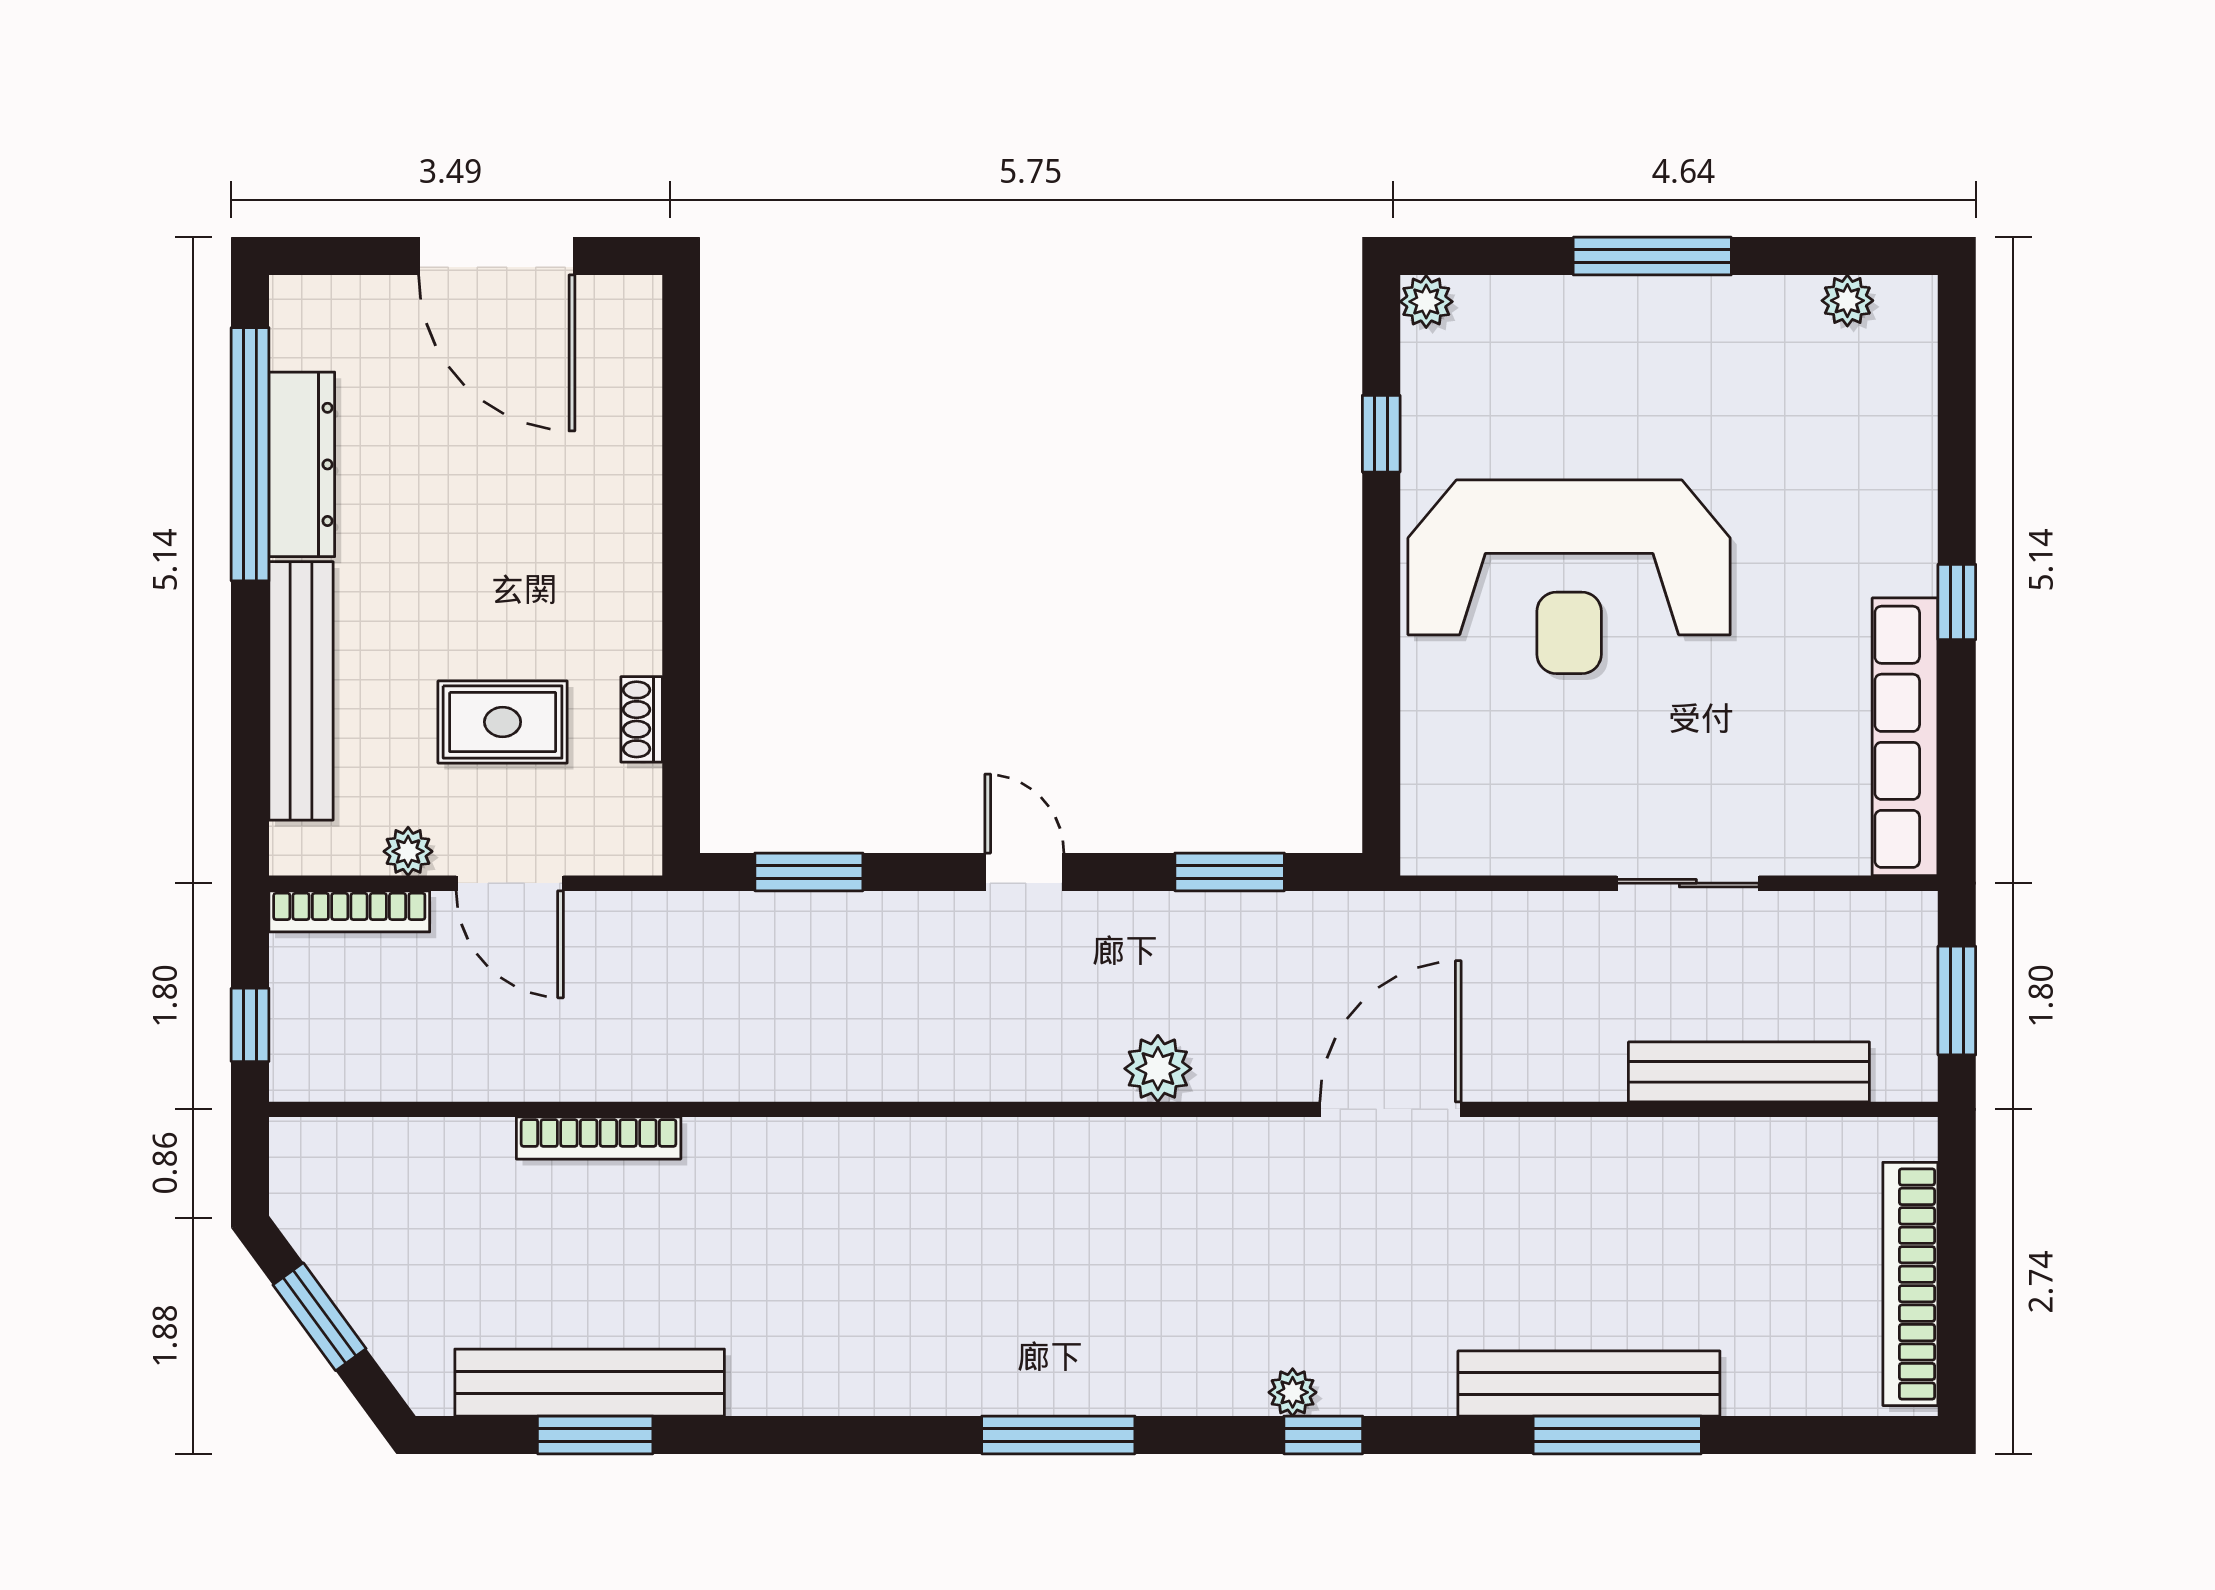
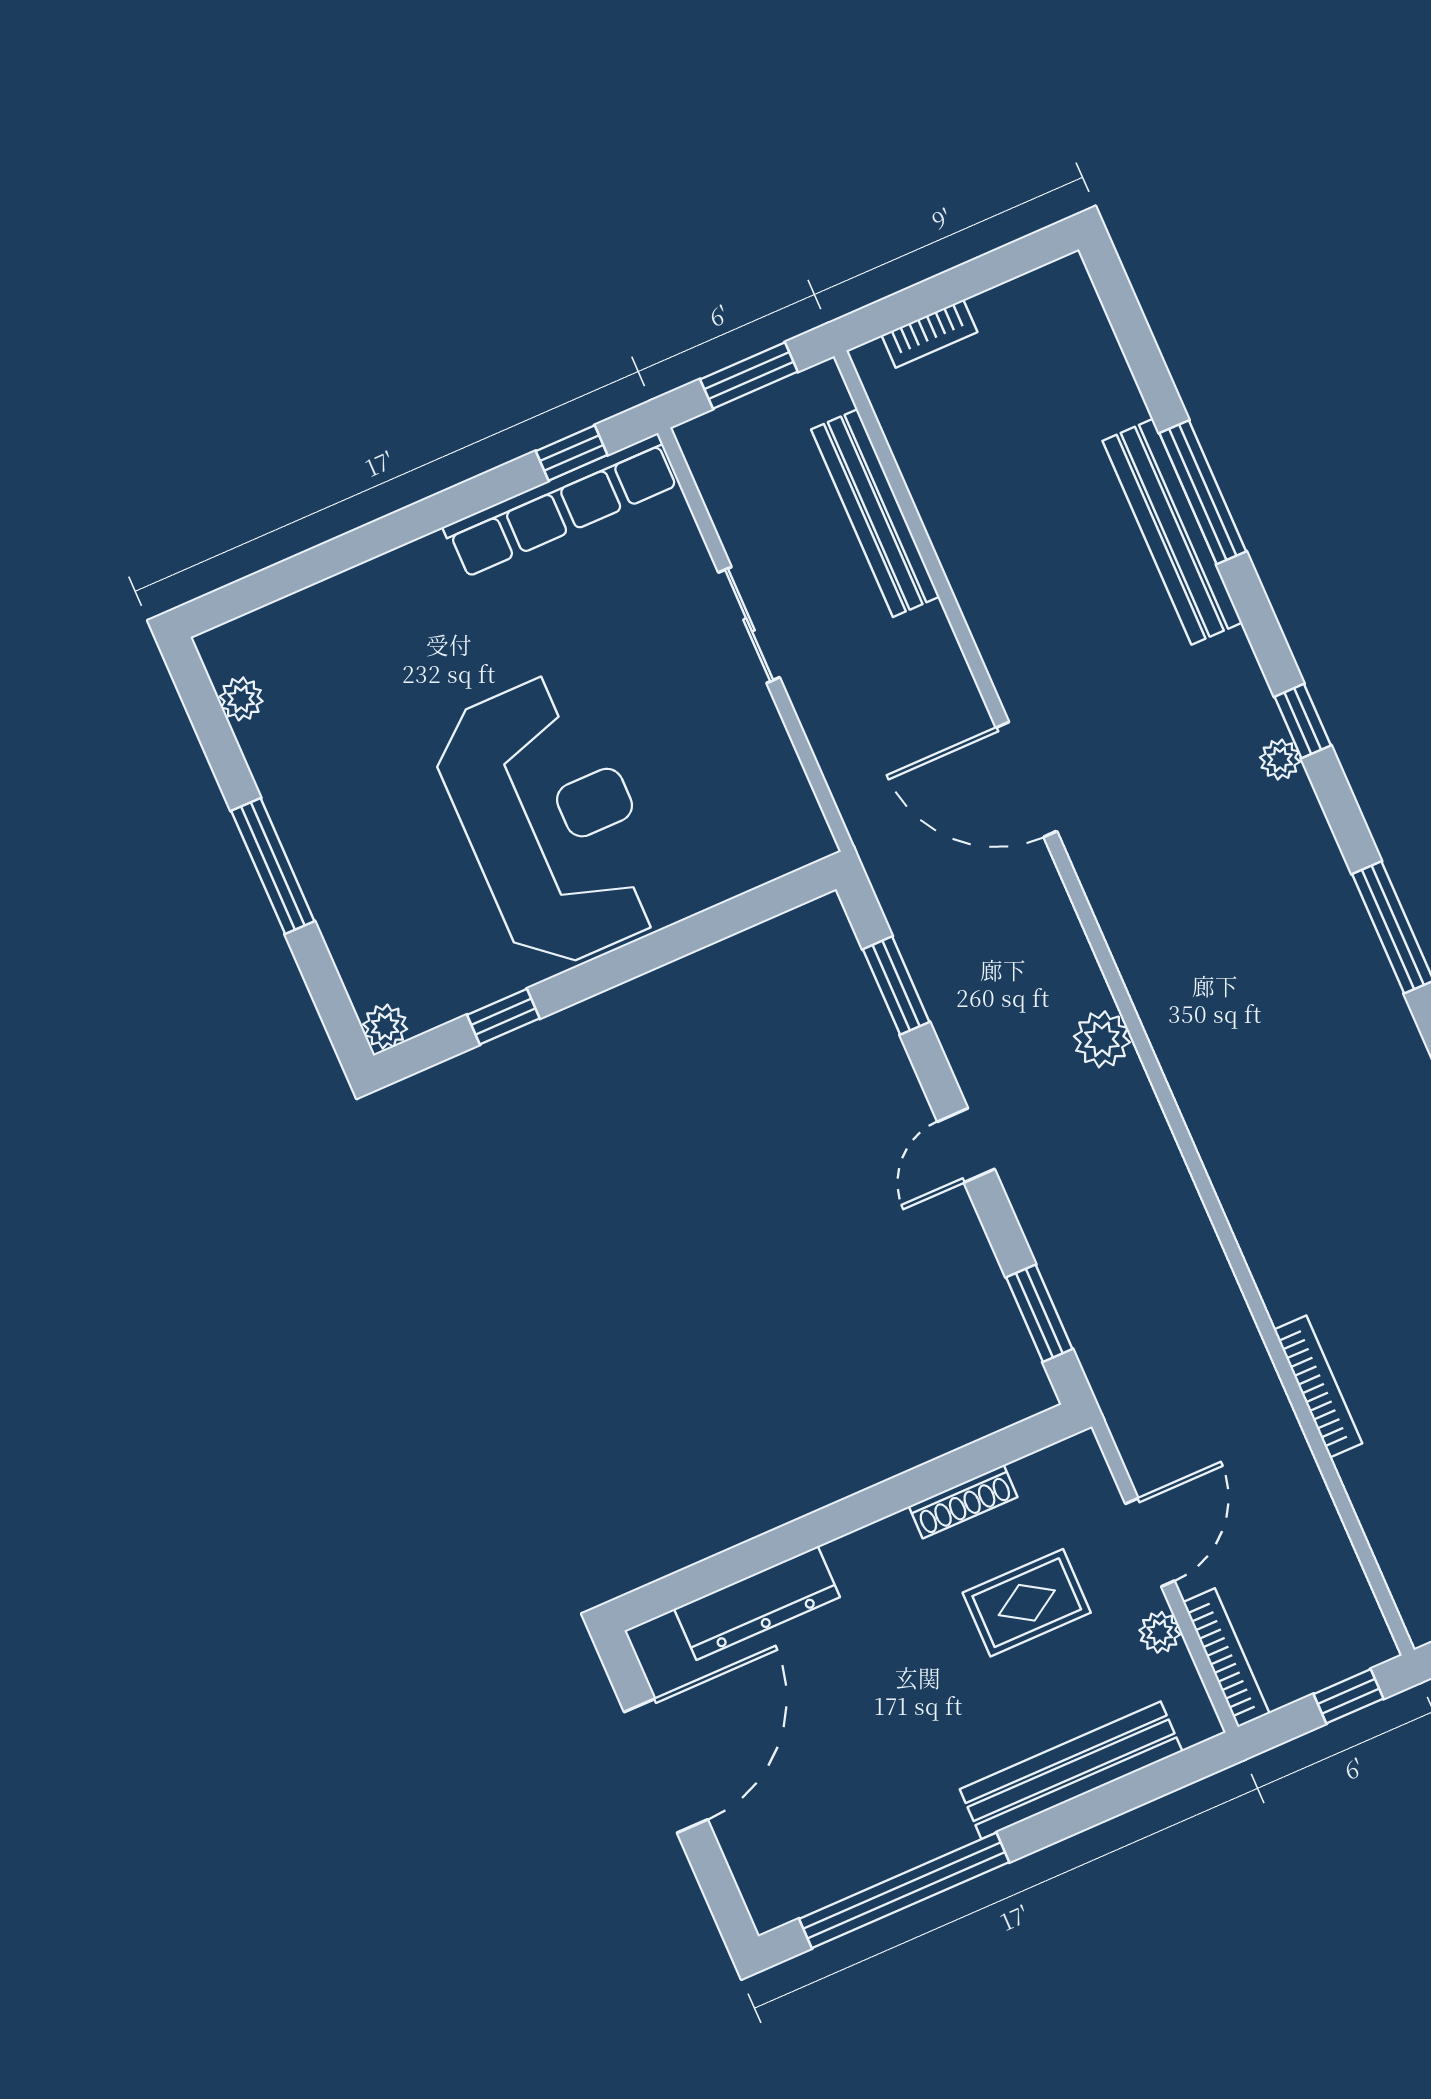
dresser: (302, 464) -> (757, 1603), moved, turned 180
window: (1957, 602) -> (572, 453), moved
shoe rack: (642, 719) -> (963, 1502), width x1.43
rug: (503, 722) -> (1027, 1603), turned 90
plant: (1158, 1069) -> (1102, 1039), moved
bookcase: (1910, 1284) -> (929, 334), width x0.43, depth x0.76

